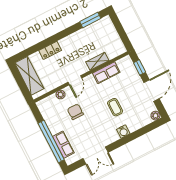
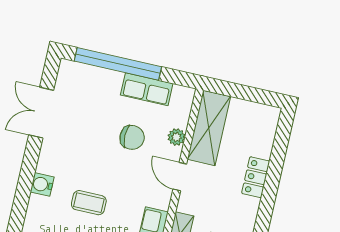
shelving: (29, 76) -> (209, 128), moved, turned 90
row of seats: (63, 145) -> (147, 89), moved

